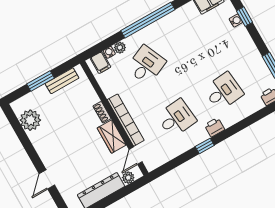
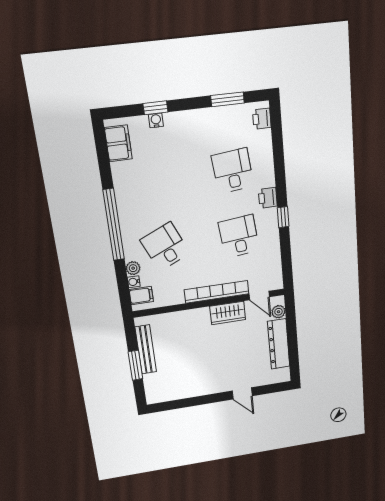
bench: (62, 81) -> (146, 349), width x1.36
shoe rack: (102, 112) -> (197, 314), removed
plant: (30, 120) -> (173, 389), removed

